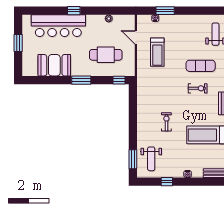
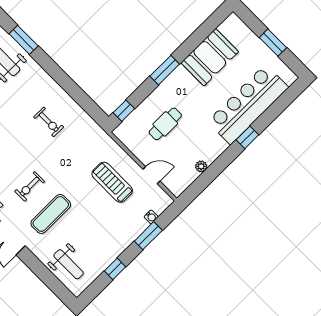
window: (196, 11) -> (115, 269), added
cafe table: (106, 55) -> (165, 124), width x0.73, depth x0.74
exercise bike: (166, 122) -> (49, 122), moved

